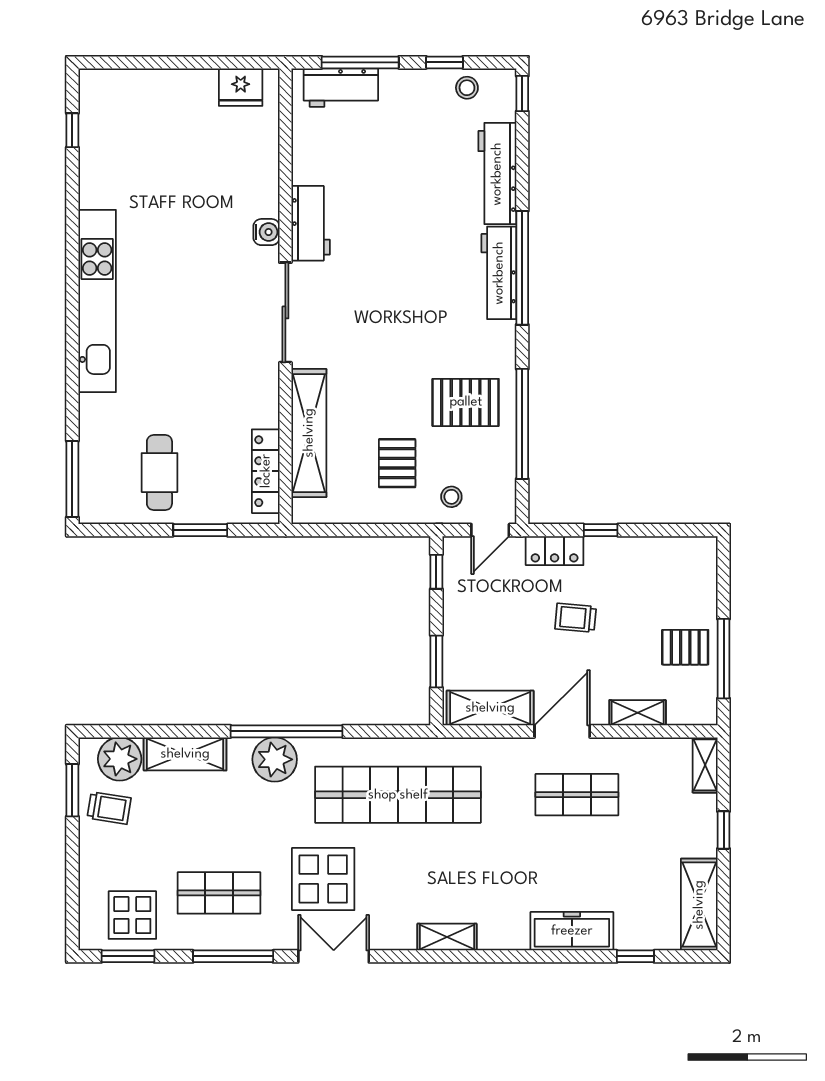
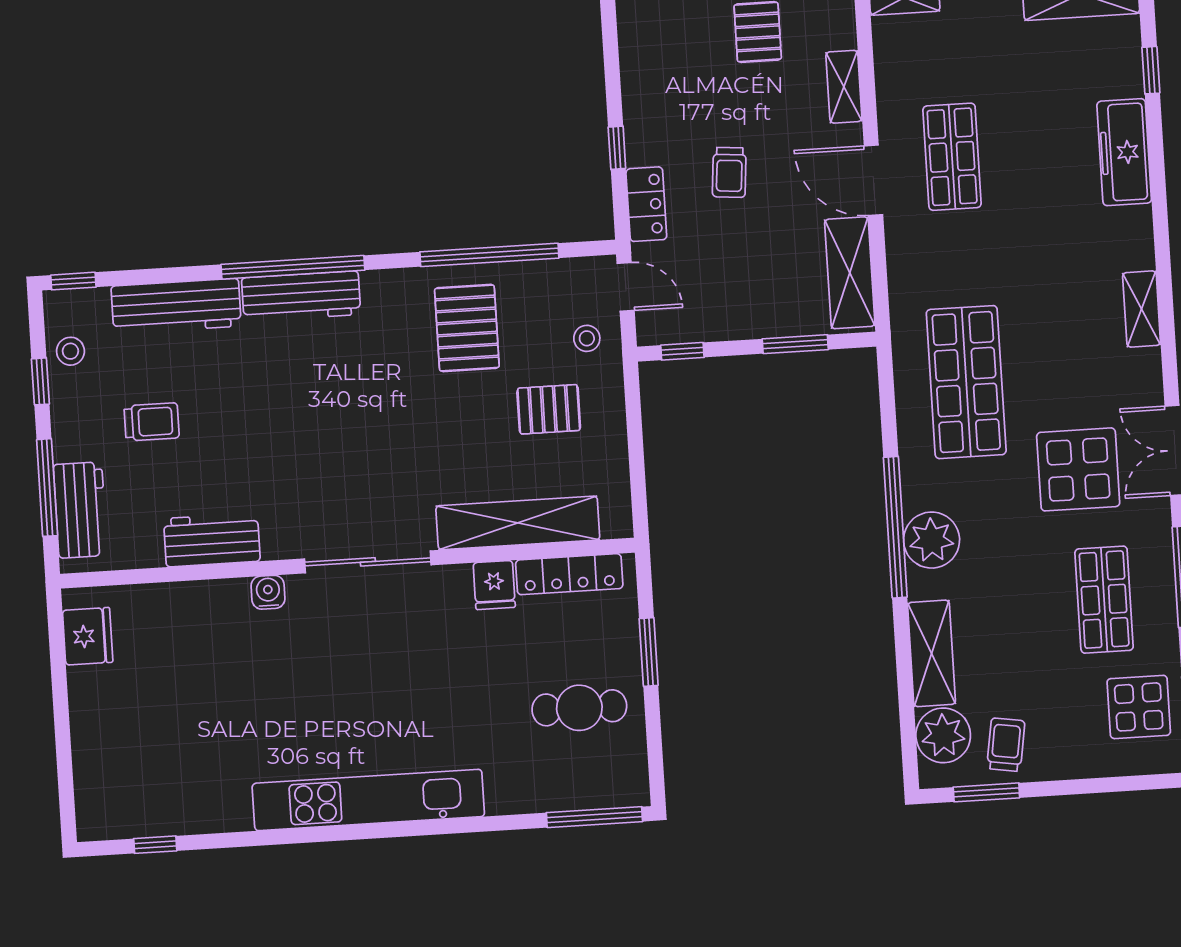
trolley: (407, 148) -> (152, 422), added
workbench: (311, 223) -> (212, 540), moved
fridge: (261, 411) -> (494, 585), added
shop shelf: (398, 795) -> (966, 382), width x0.71

